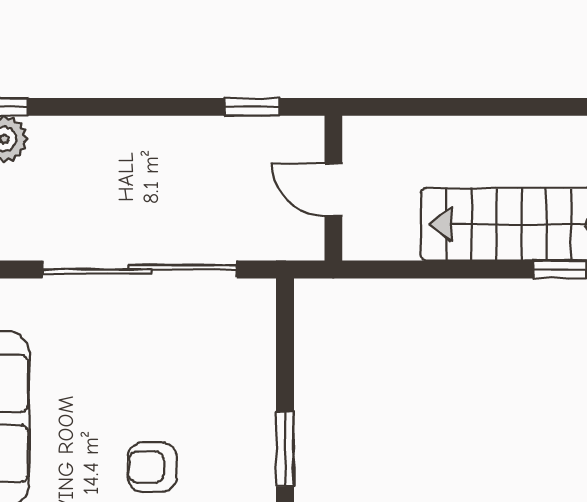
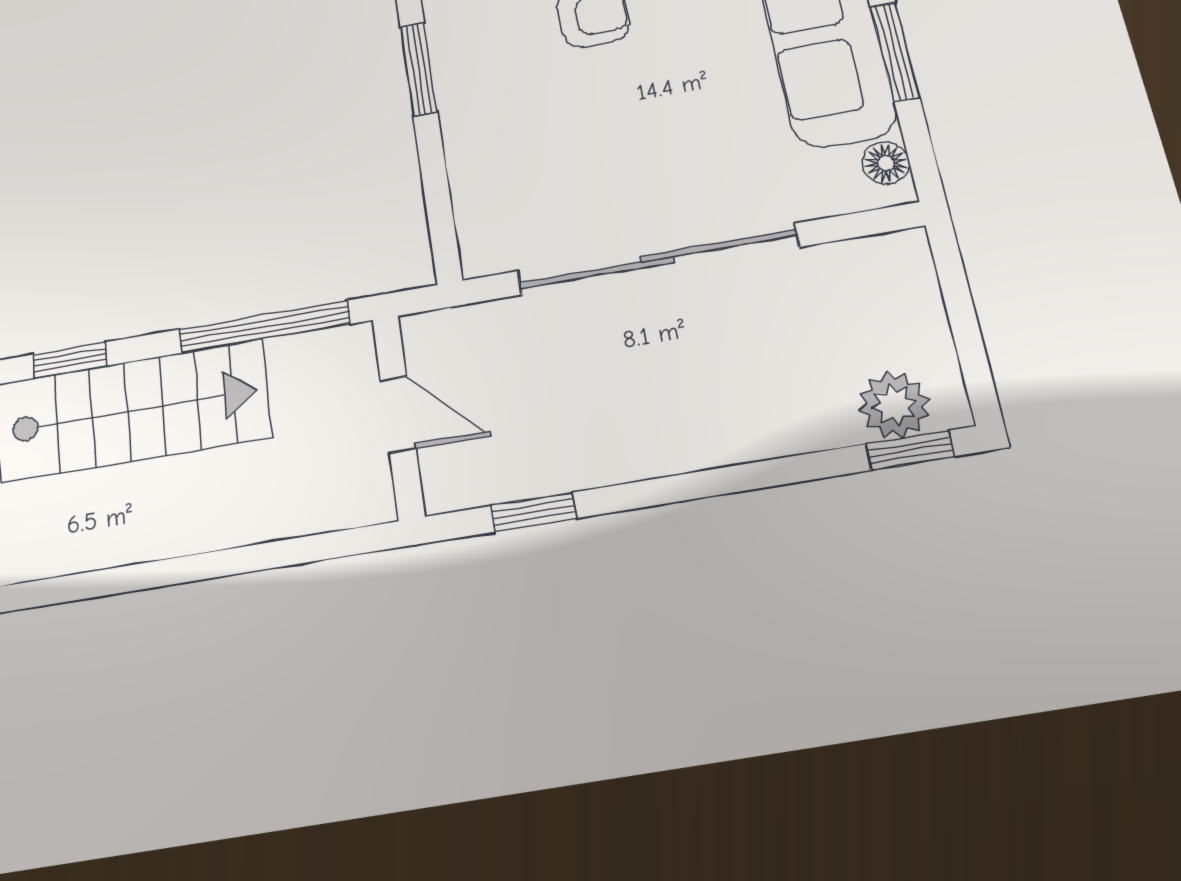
window: (419, 270) -> (265, 327), added

